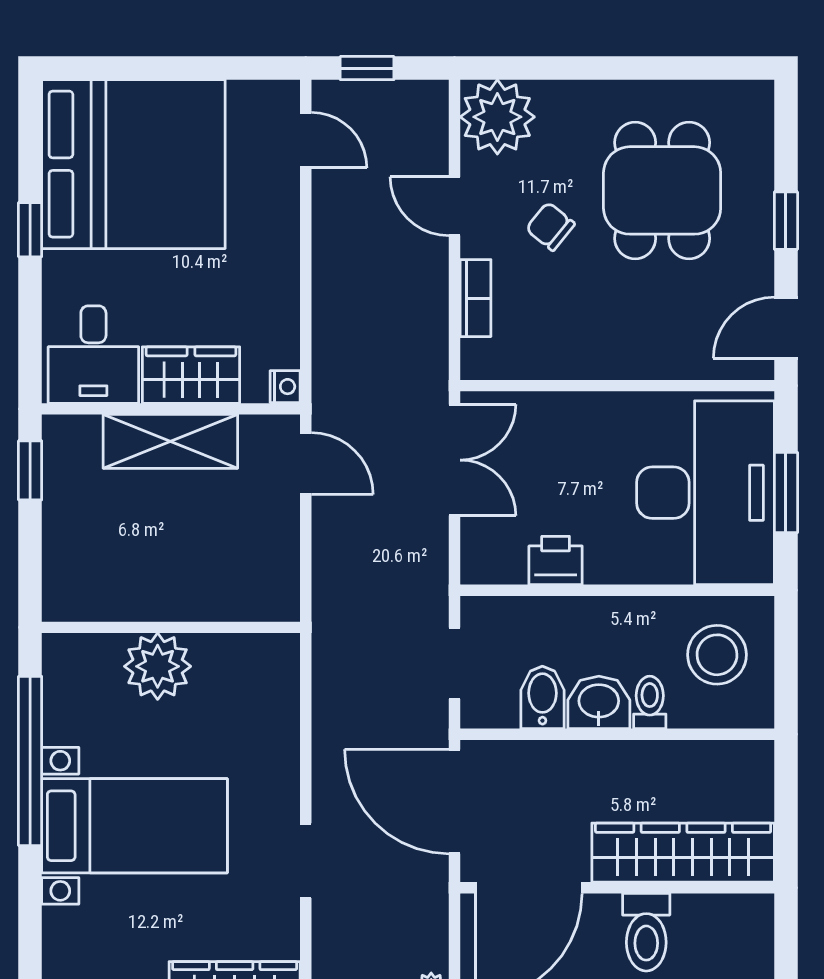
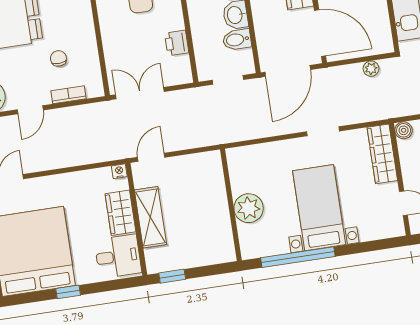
chair: (550, 226) -> (58, 58), moved, turned 139

